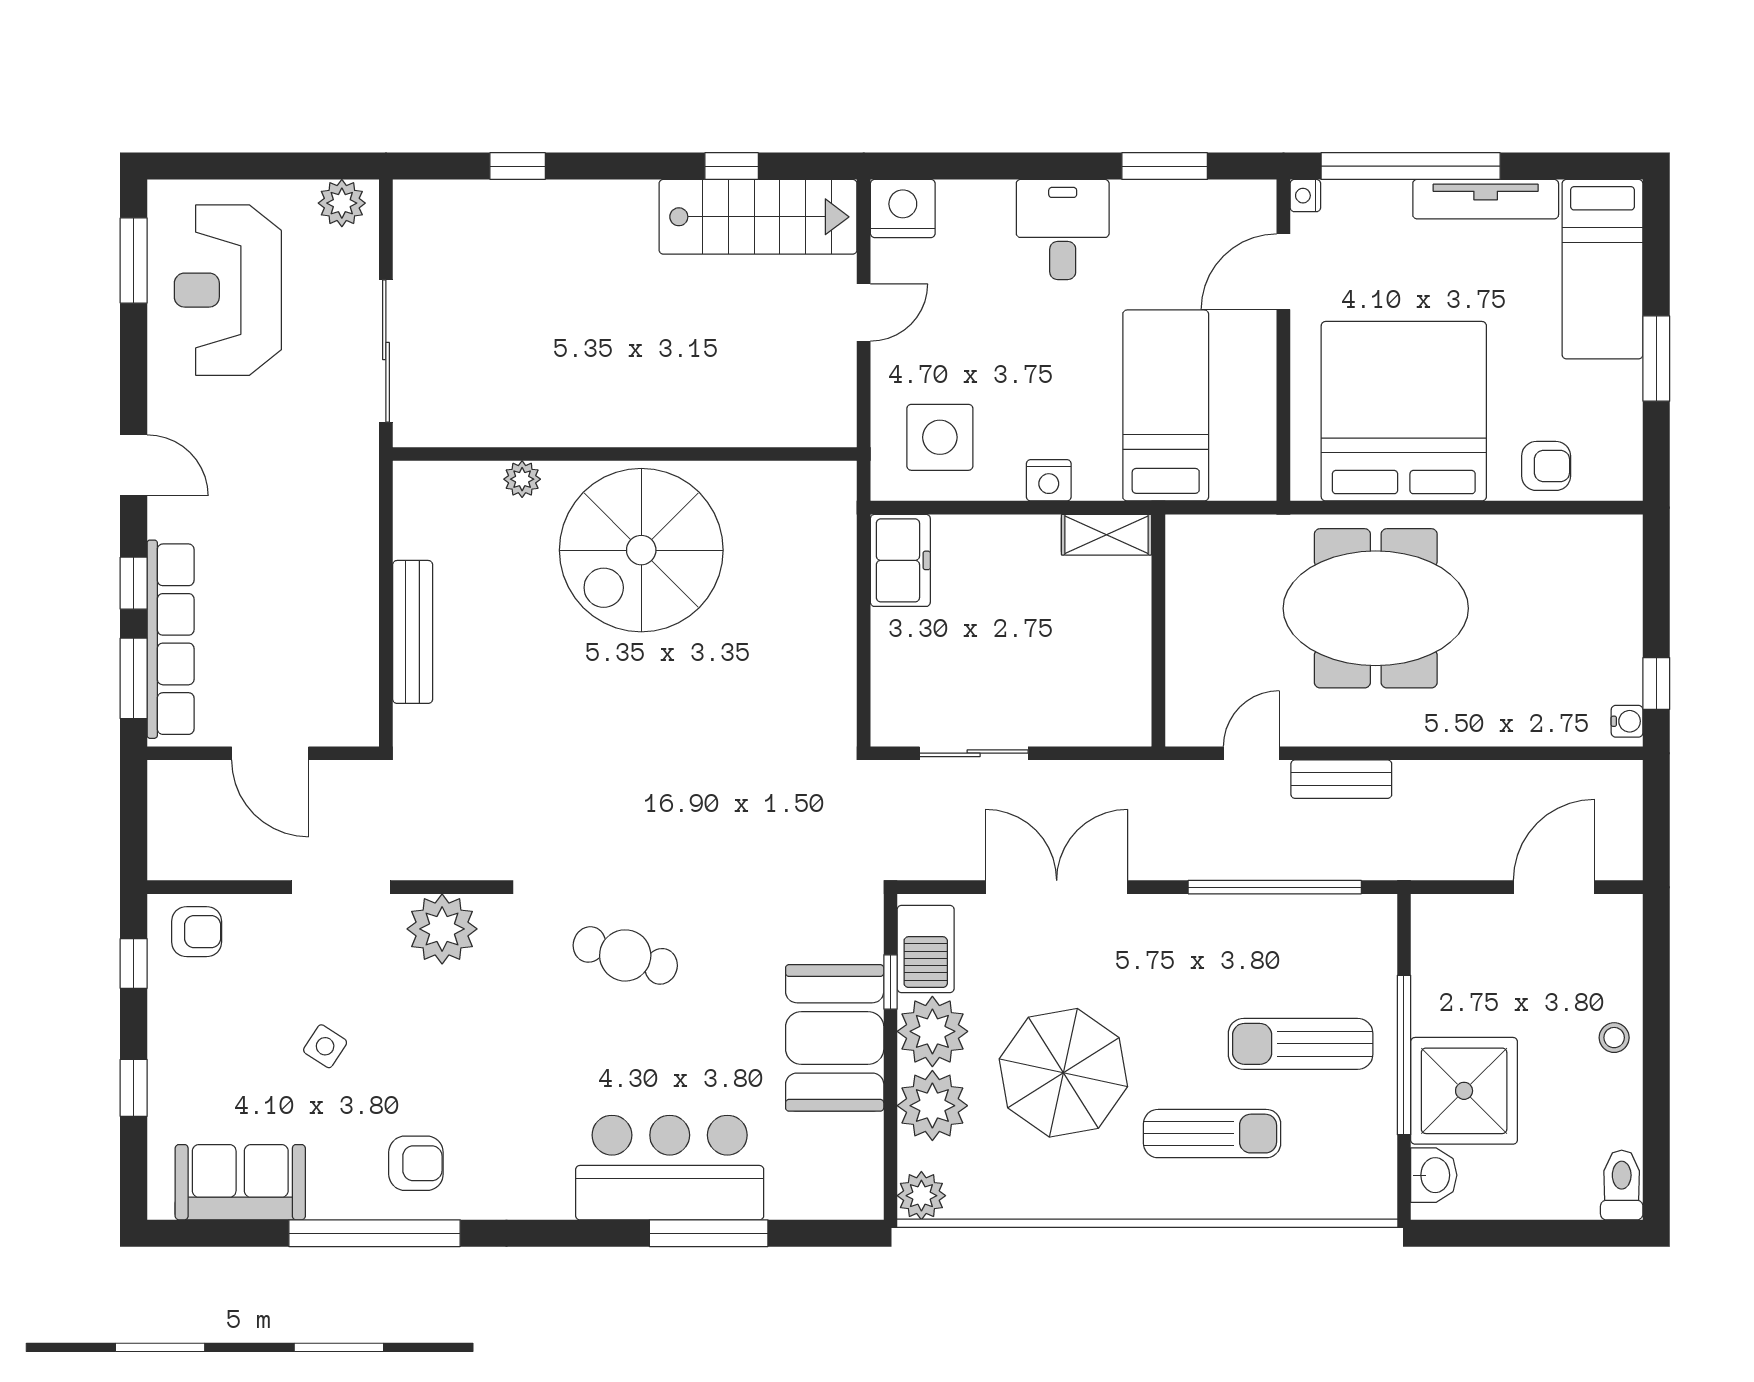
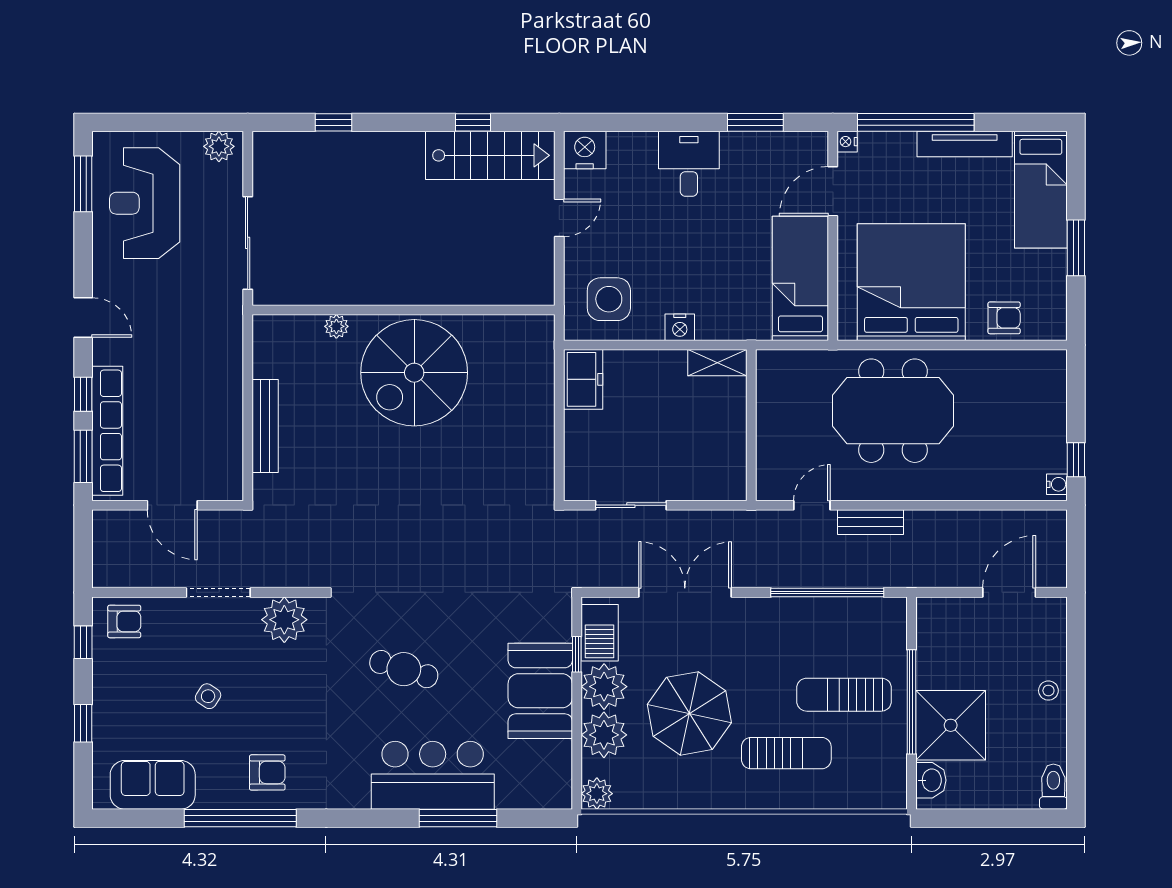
bed: (1166, 405) -> (800, 278), moved
cafe table: (625, 955) -> (404, 669), moved

